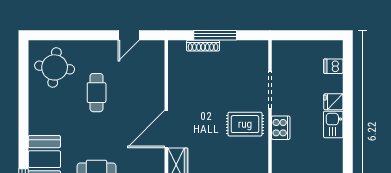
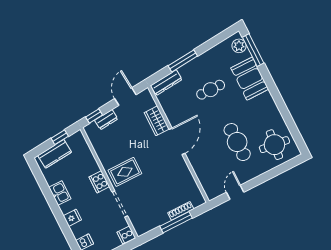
cooker: (281, 50) -> (126, 235), added
cafe table: (97, 93) -> (237, 142), width x1.37, depth x1.35
kitchen sink: (333, 124) -> (60, 193), moved

